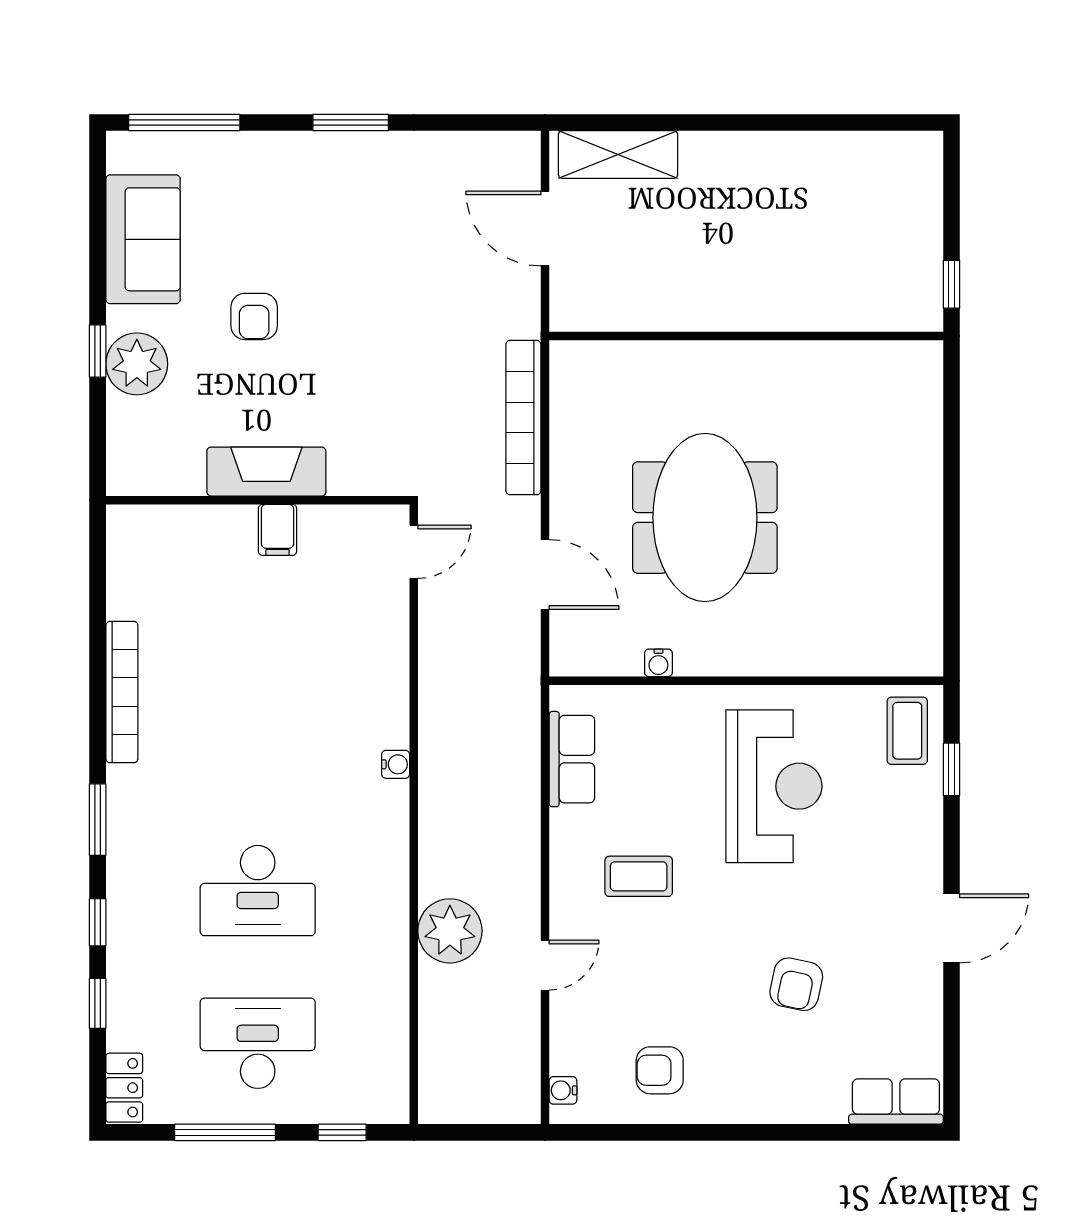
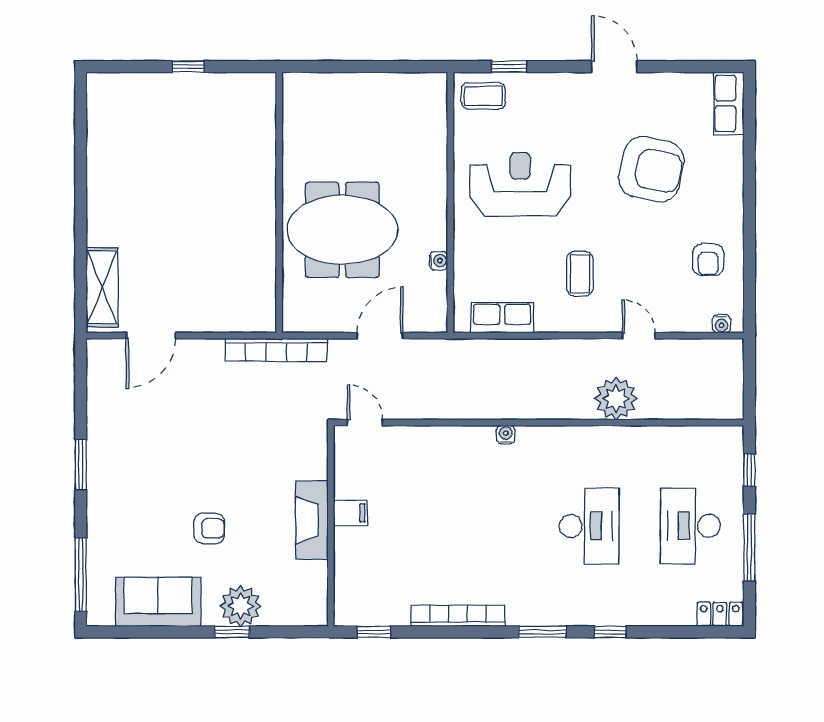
wall: (746, 336) -> (279, 202), moved
armchair: (796, 984) -> (651, 169), width x1.88, depth x1.88
window: (98, 1003) -> (374, 632), moved

